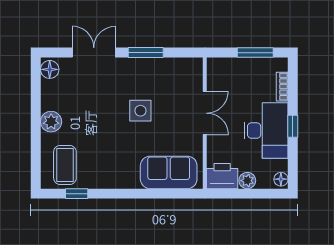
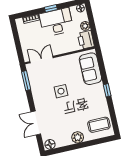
window: (146, 53) -> (26, 81), moved
window: (255, 53) -> (16, 37), removed
double door: (205, 113) -> (42, 60), moved
window: (77, 194) -> (107, 90), moved

